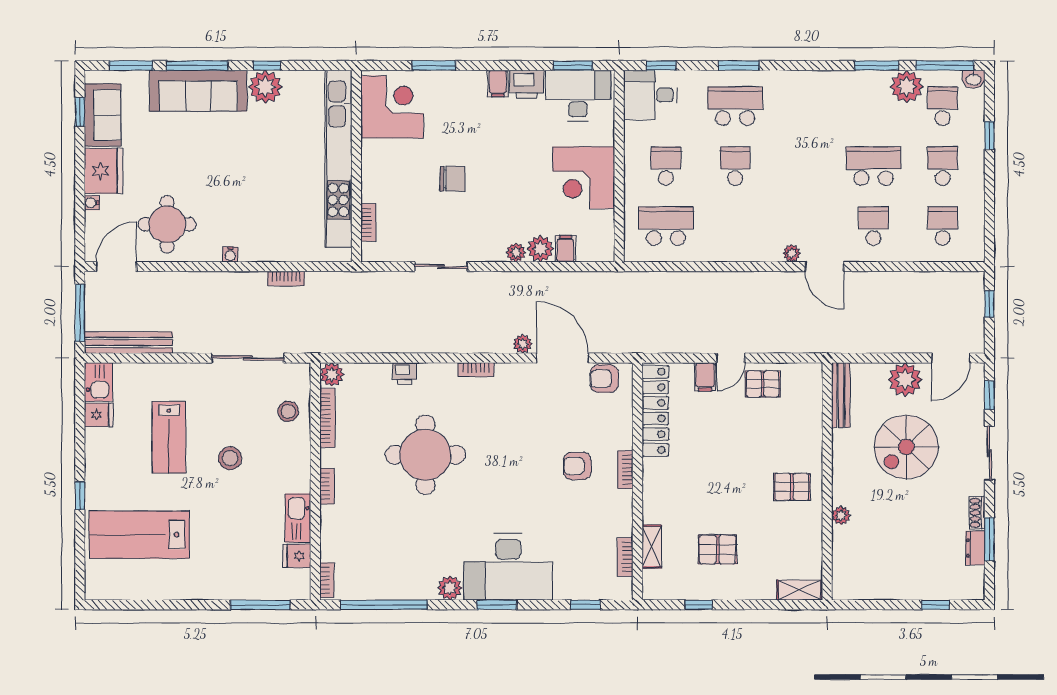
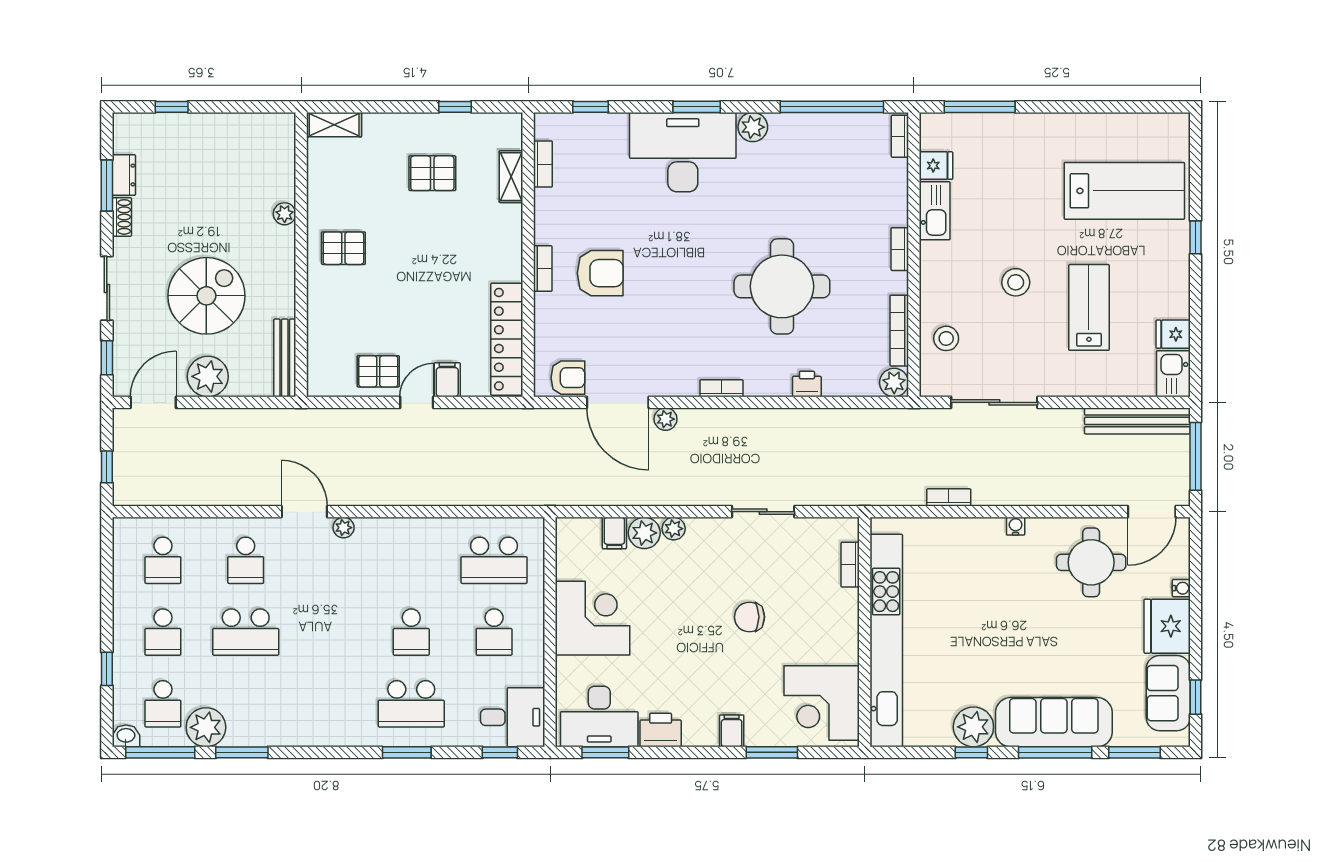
filing cabinet: (498, 83) -> (732, 731), moved
armchair: (577, 466) -> (600, 273), width x1.38, depth x1.38

